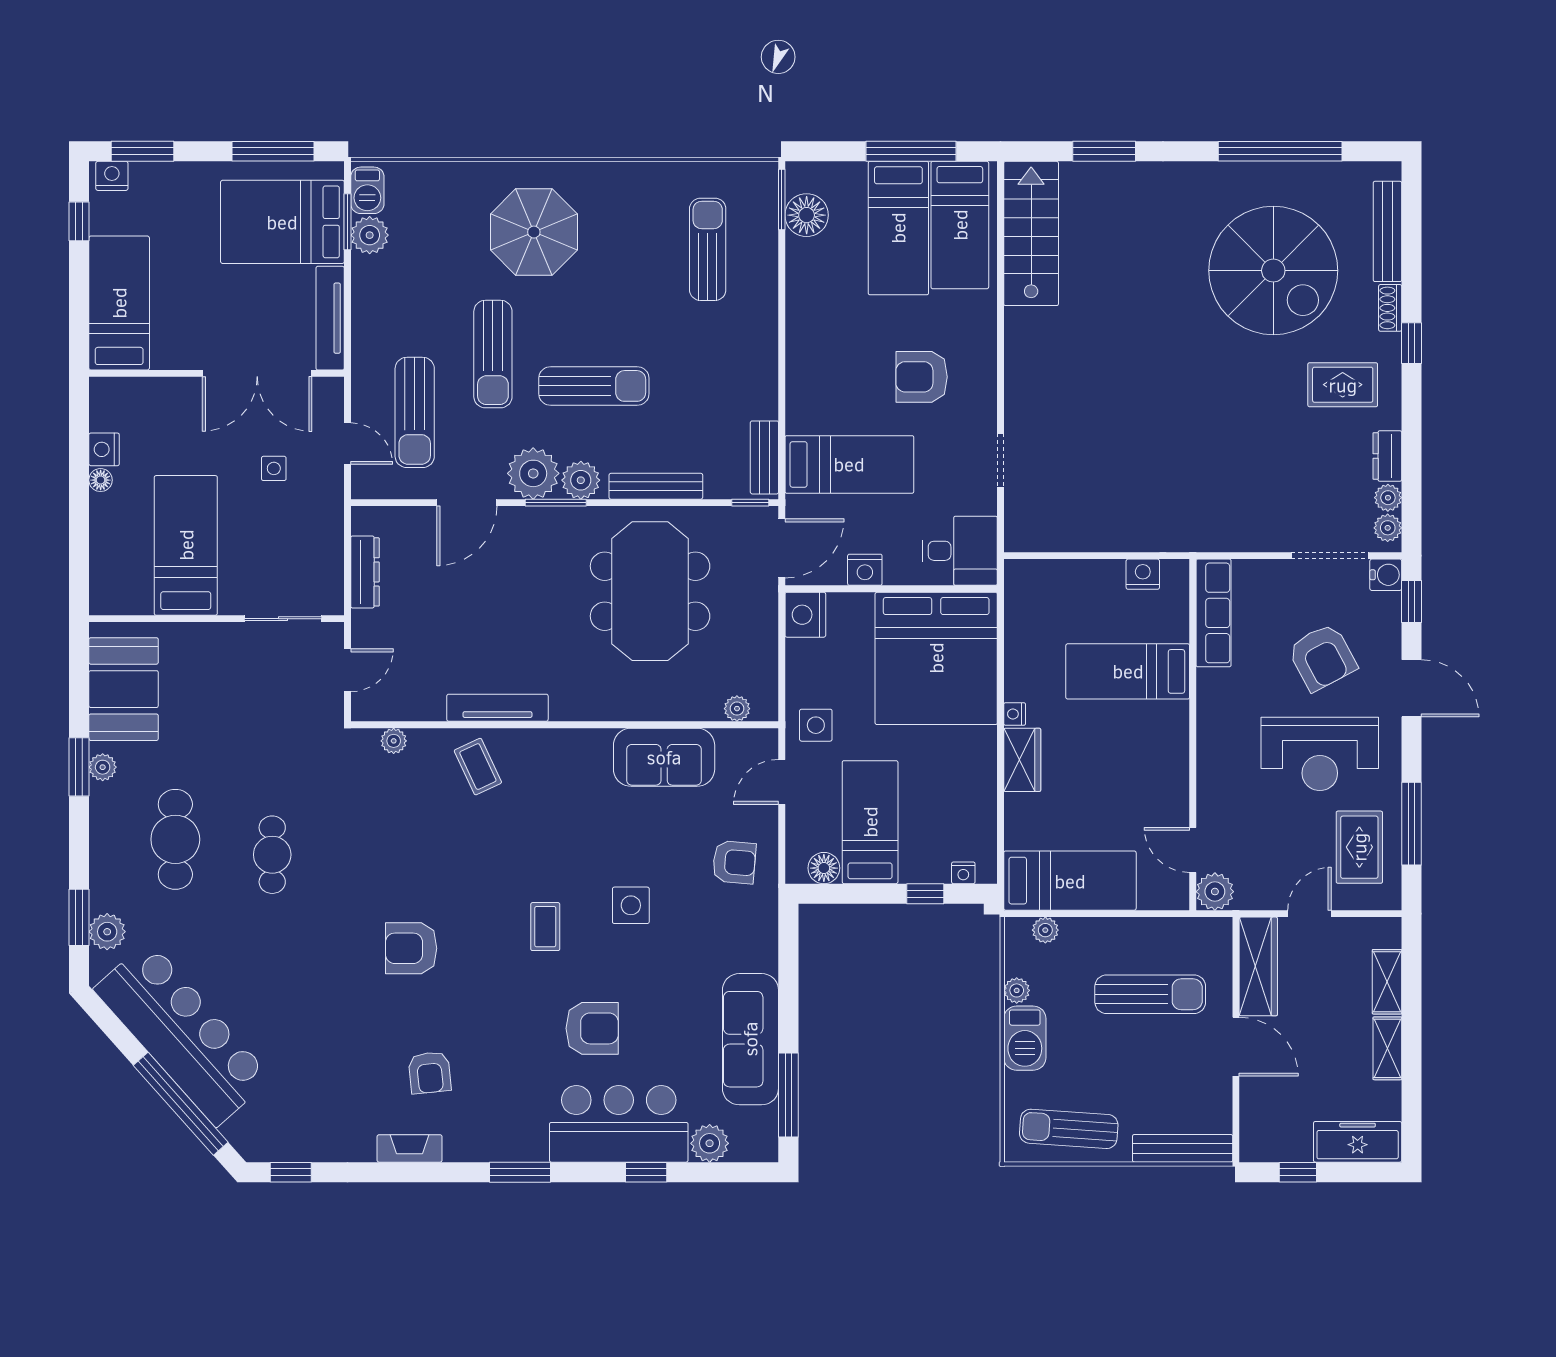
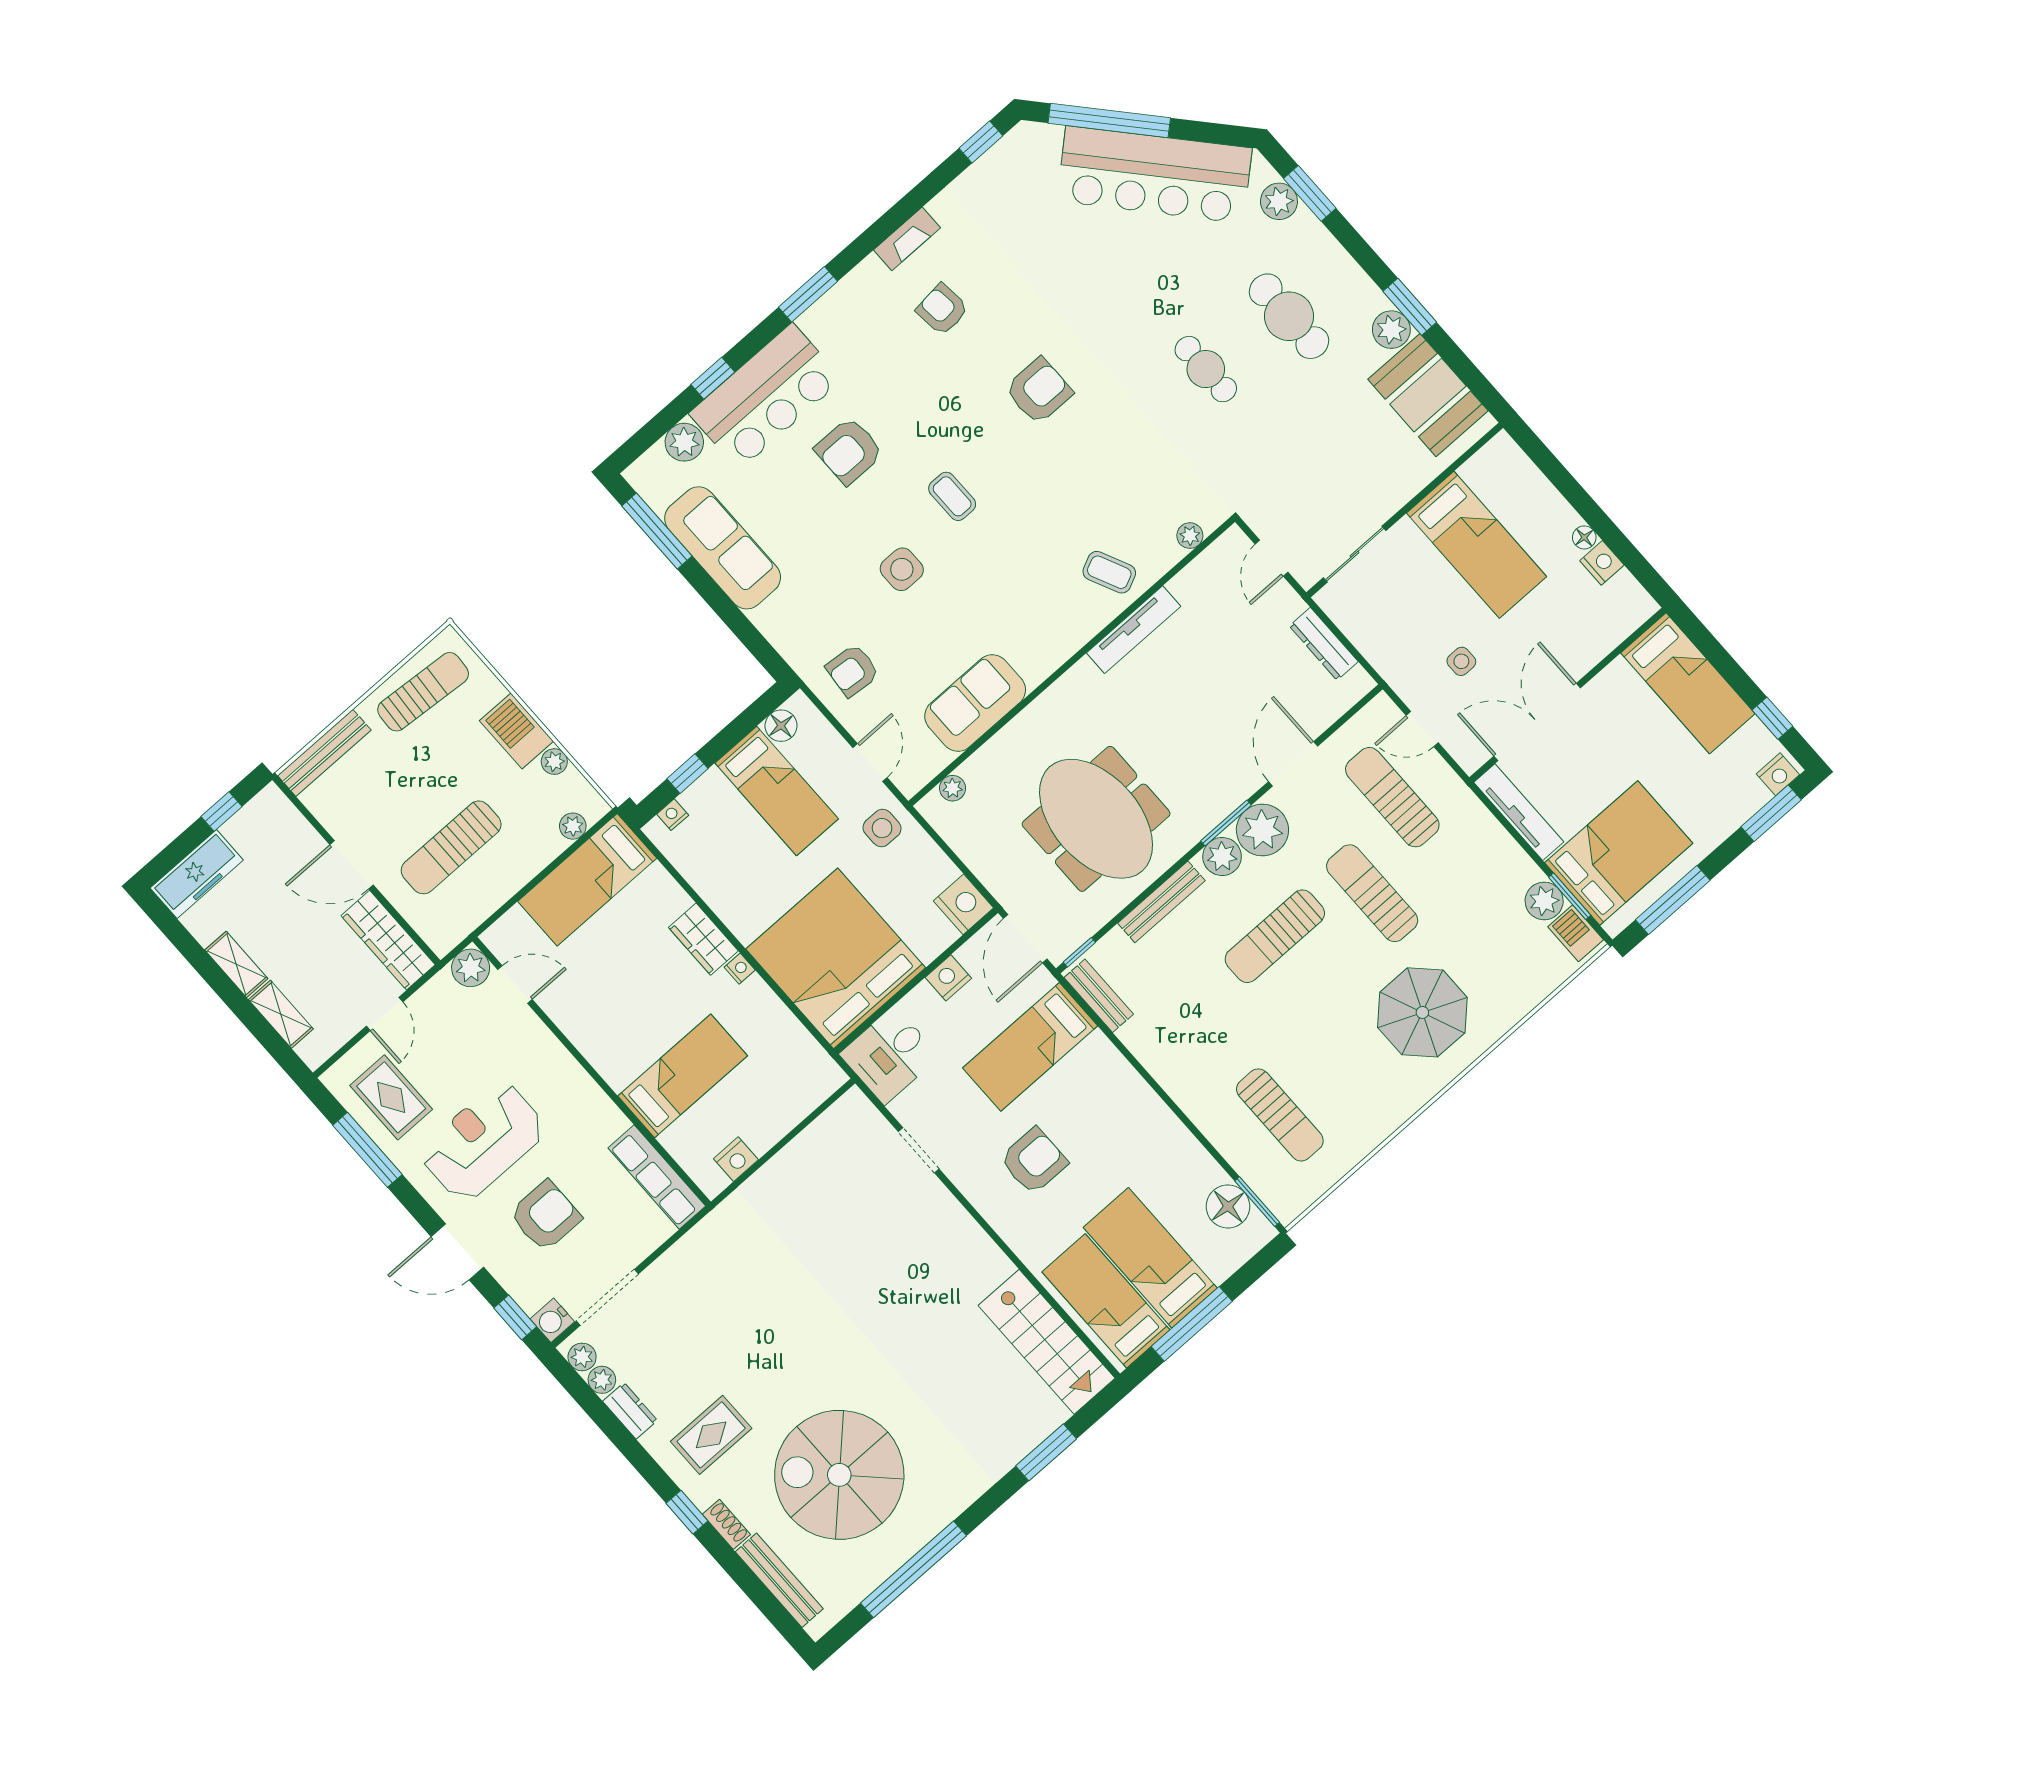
armchair: (1322, 657) -> (545, 1216), turned 118
plant: (103, 767) -> (1391, 330), width x1.38, depth x1.38

